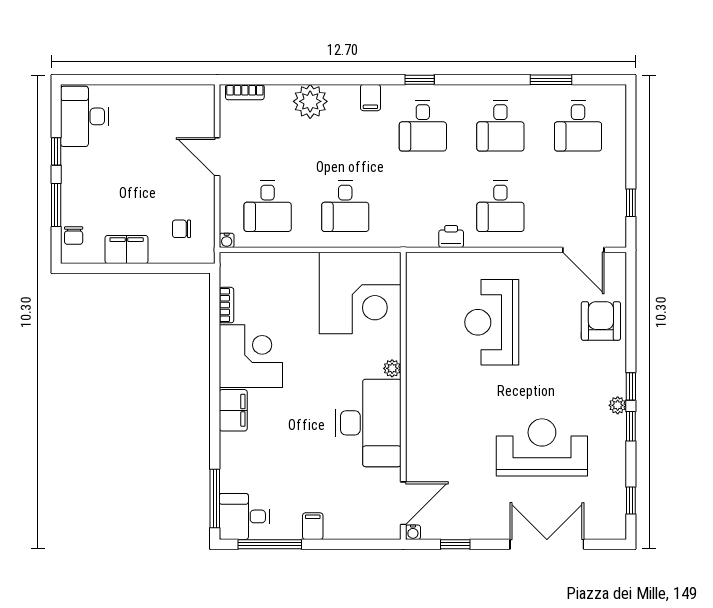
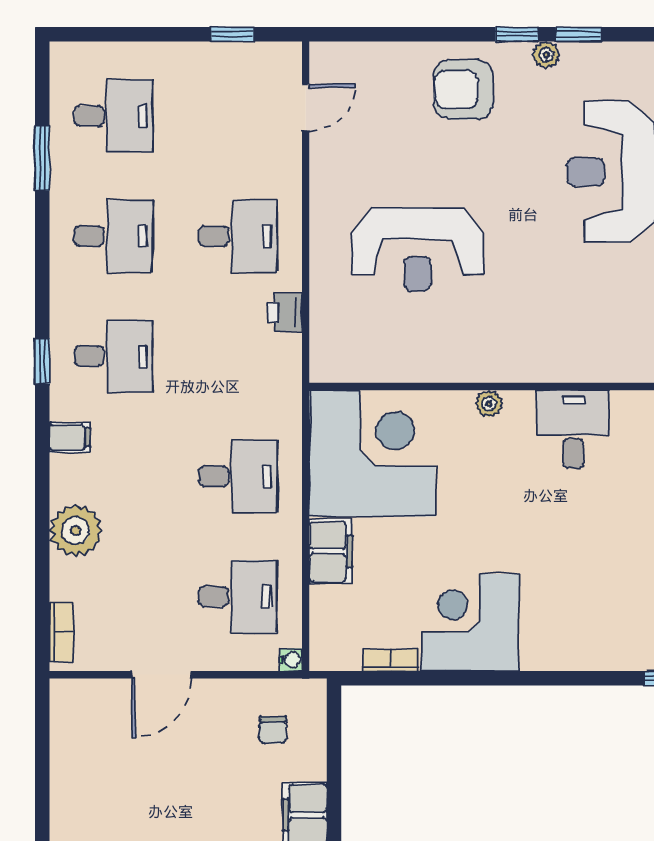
door: (583, 250) -> (306, 108), width x0.73
armchair: (601, 321) -> (464, 89), moved
filing cabinet: (233, 410) -> (331, 551), moved, turned 90
desk: (368, 423) -> (573, 429), width x0.53, depth x0.77

